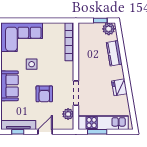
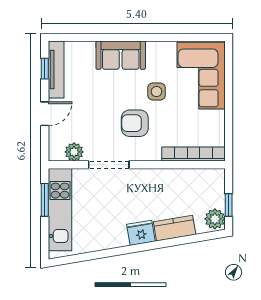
fridge: (119, 87) -> (141, 233), moved
armchair: (44, 94) -> (135, 123), moved
door: (45, 132) -> (45, 114), hinge flipped

